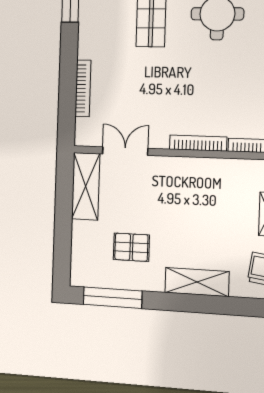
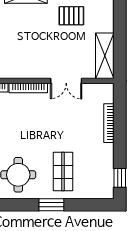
double door: (125, 151) -> (66, 81), moved

